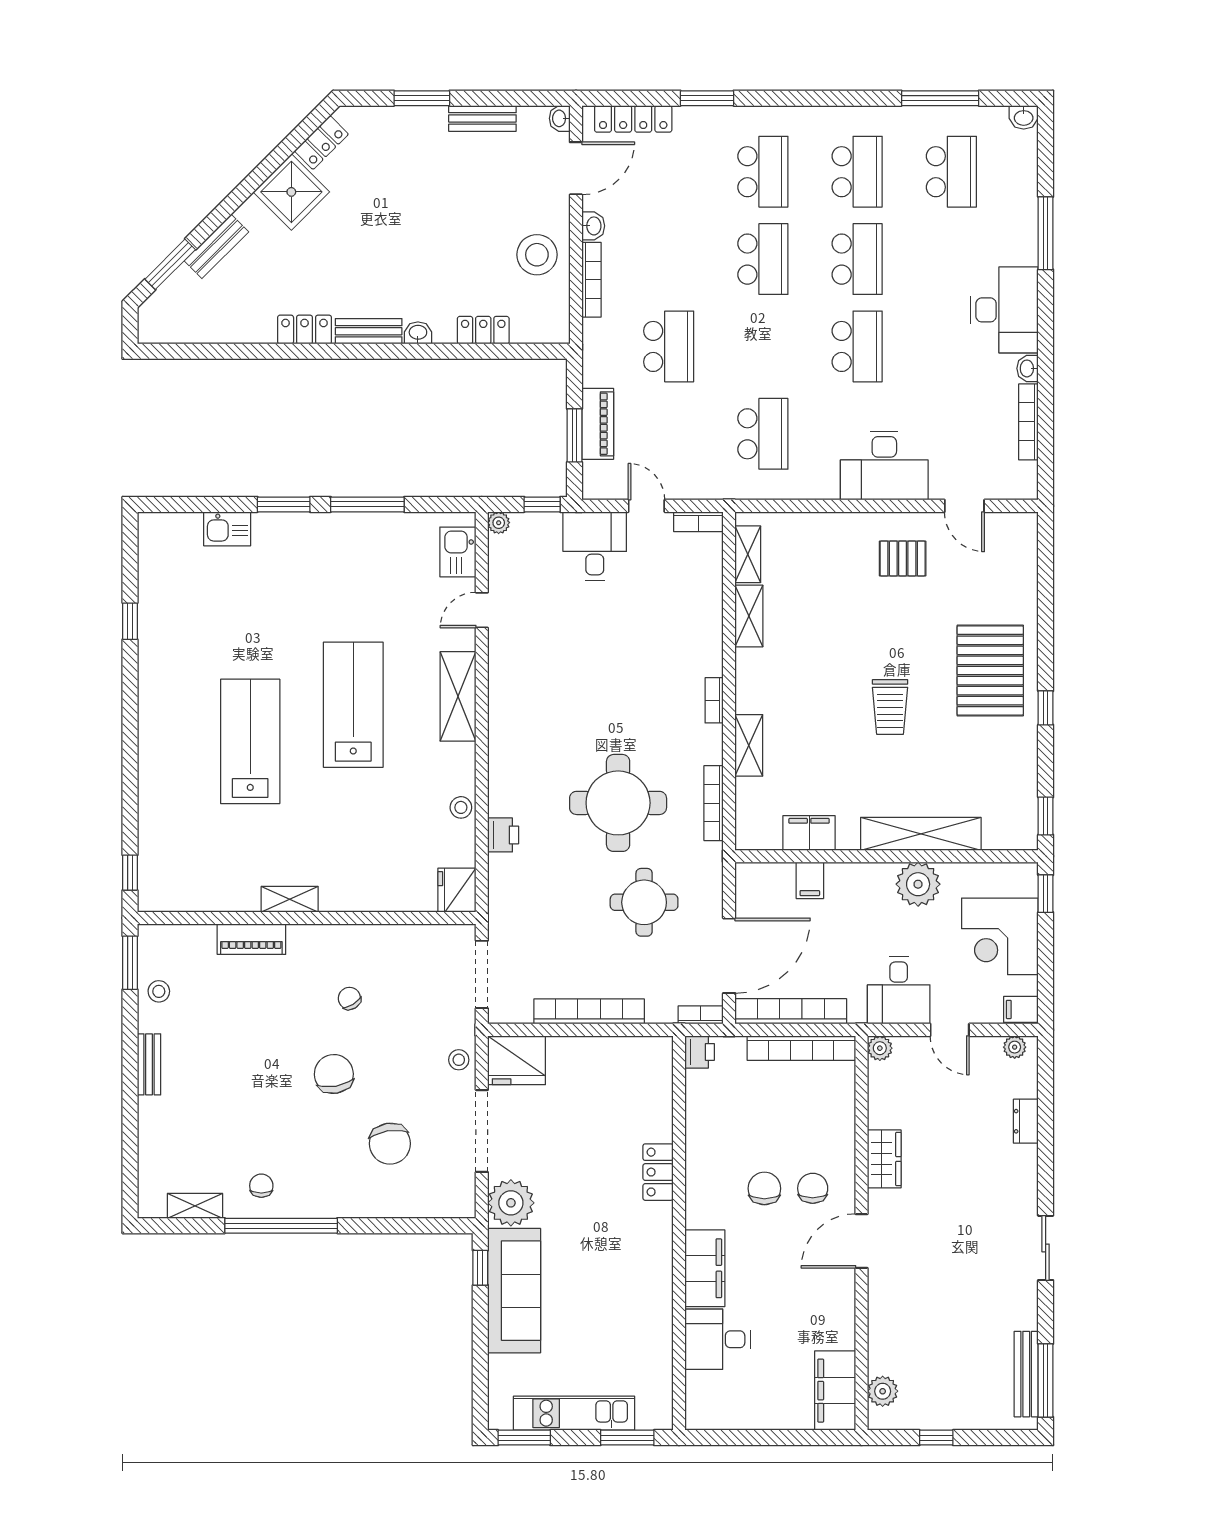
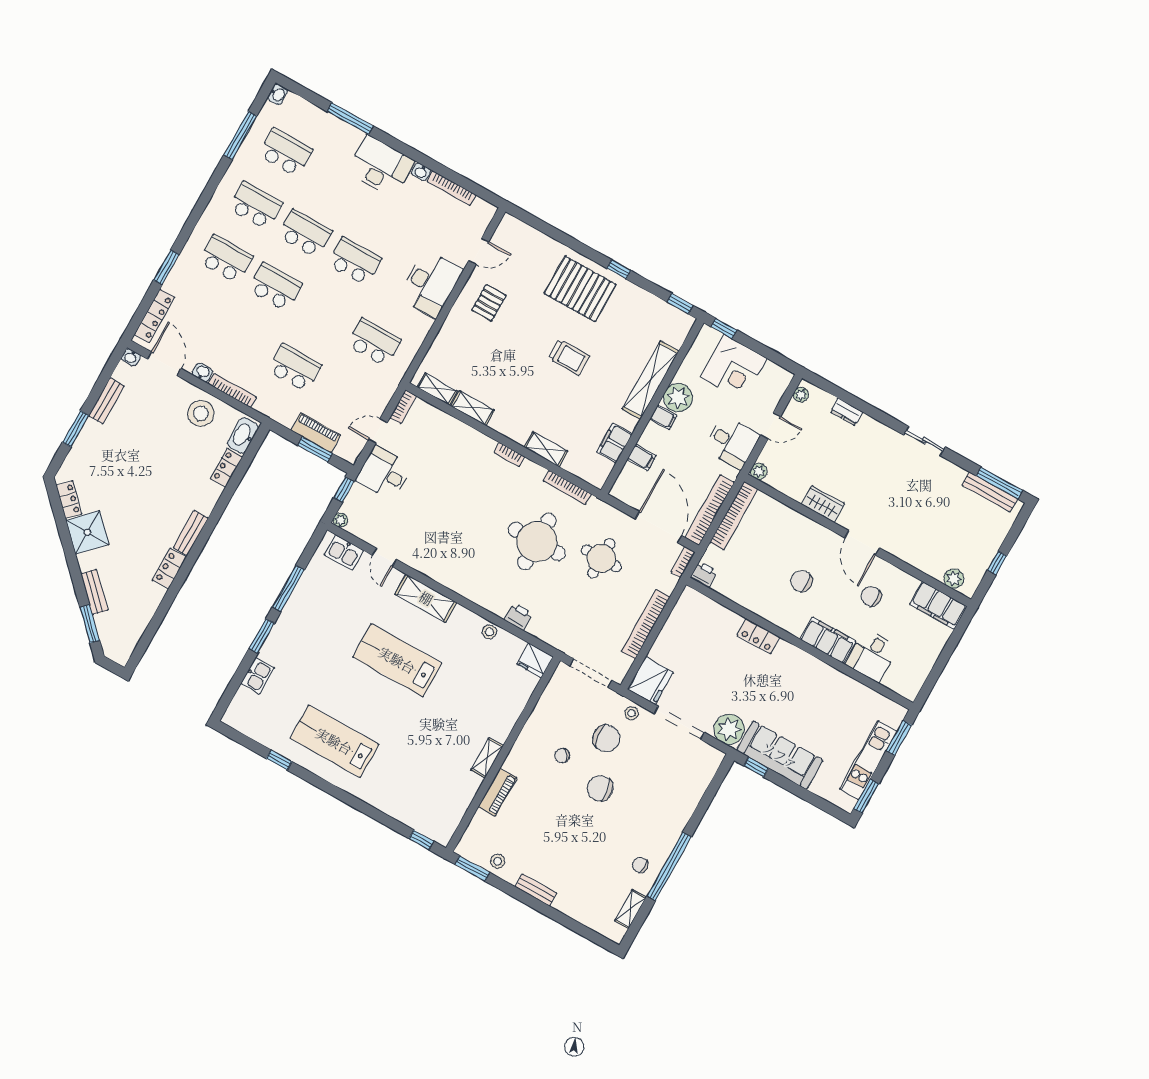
washbasin: (418, 333) -> (243, 435), moved, width x1.91, depth x1.45
lab bench: (250, 741) -> (334, 741), moved
filing cabinet: (1021, 1009) -> (663, 417), moved, turned -90
chair: (390, 1144) -> (606, 738), moved
chair: (813, 1188) -> (871, 596), moved

